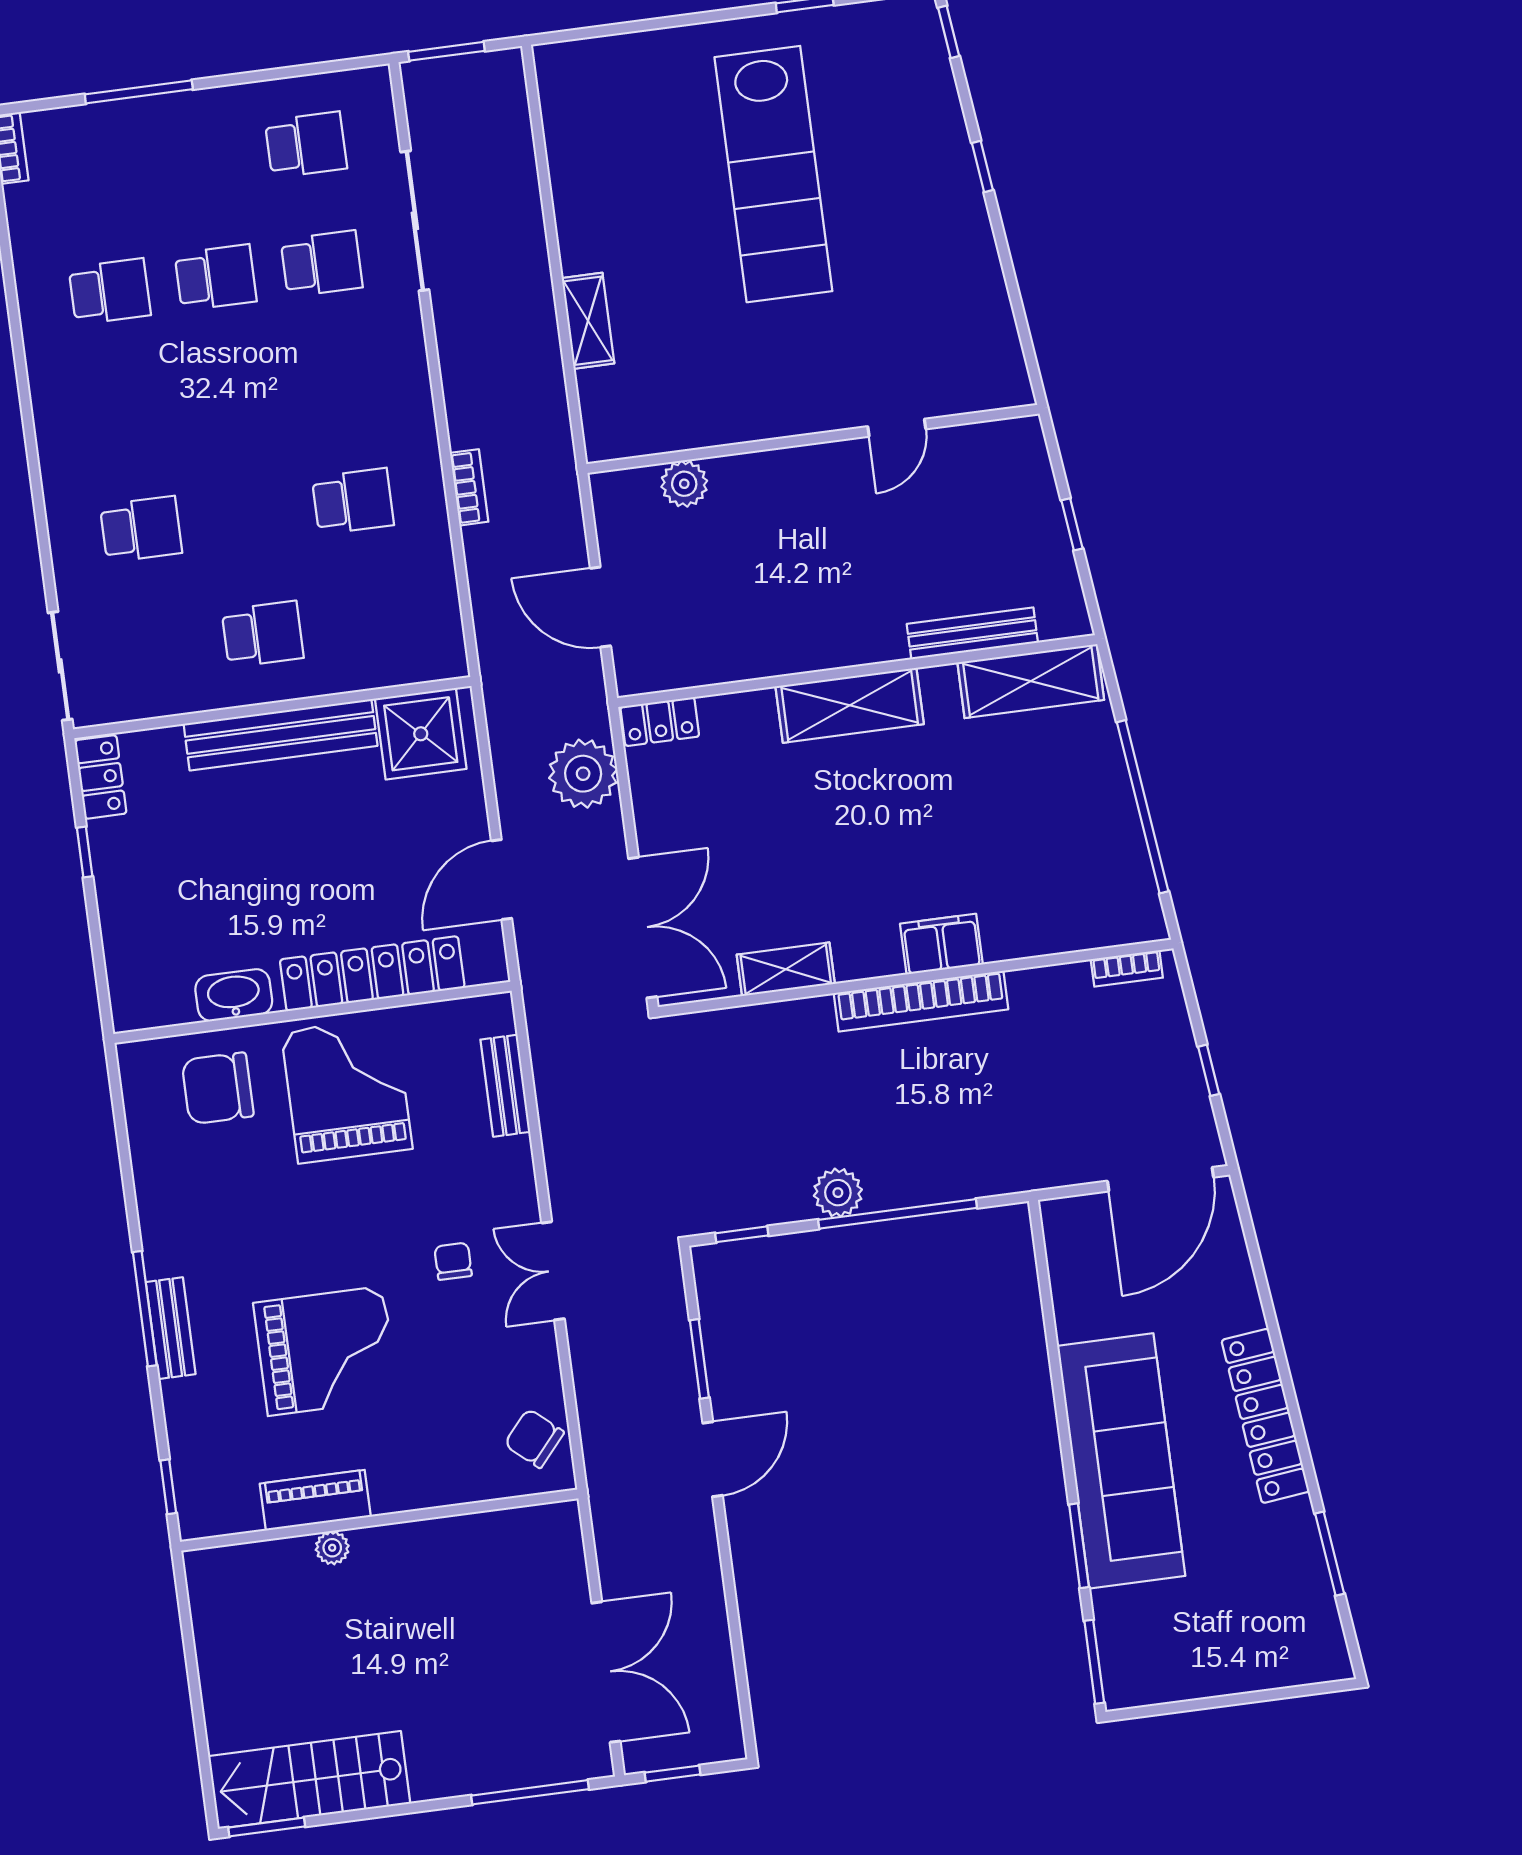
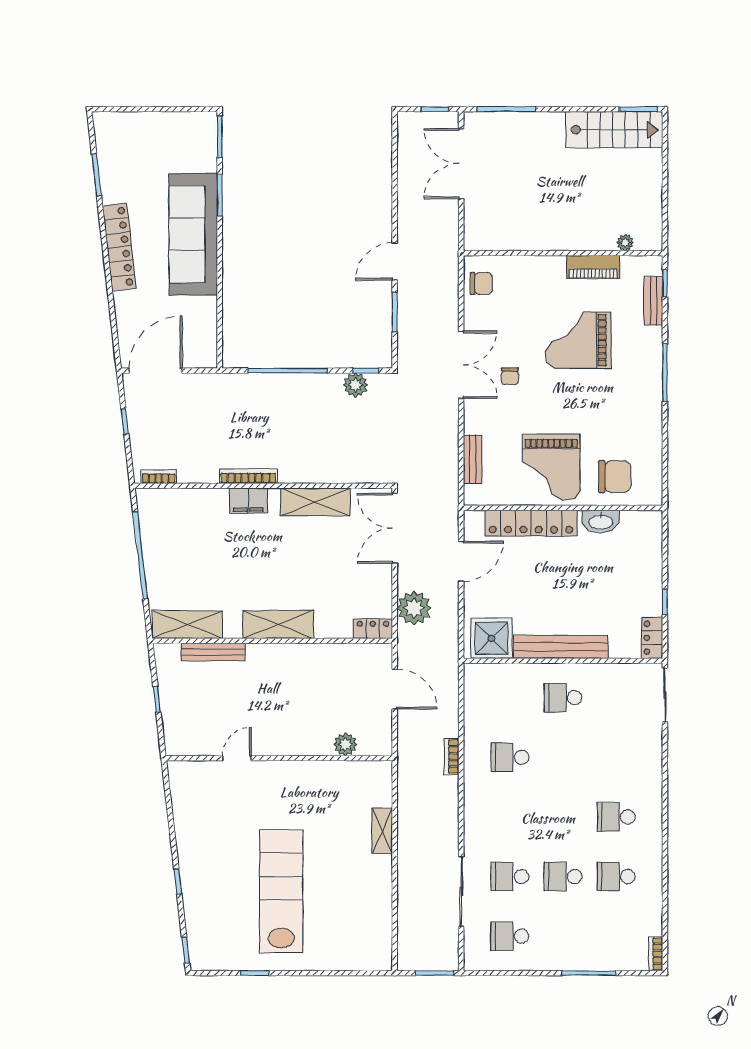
school desk: (141, 529) -> (616, 817), moved
shelving: (786, 969) -> (315, 502), width x1.50, depth x1.33
bookcase: (921, 1001) -> (248, 476), width x0.68, depth x0.76
plant: (838, 1193) -> (355, 385), moved
double door: (553, 1271) -> (461, 365), width x1.37
bench: (171, 1328) -> (653, 301), moved
chair: (534, 1438) -> (481, 283), turned -41
plant: (332, 1548) -> (625, 243), moved

